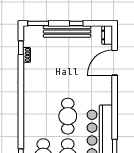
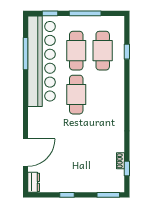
bench: (67, 32) -> (77, 186), removed

